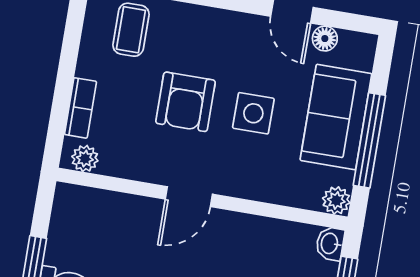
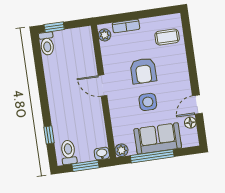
armchair: (185, 102) -> (143, 71), turned -90

